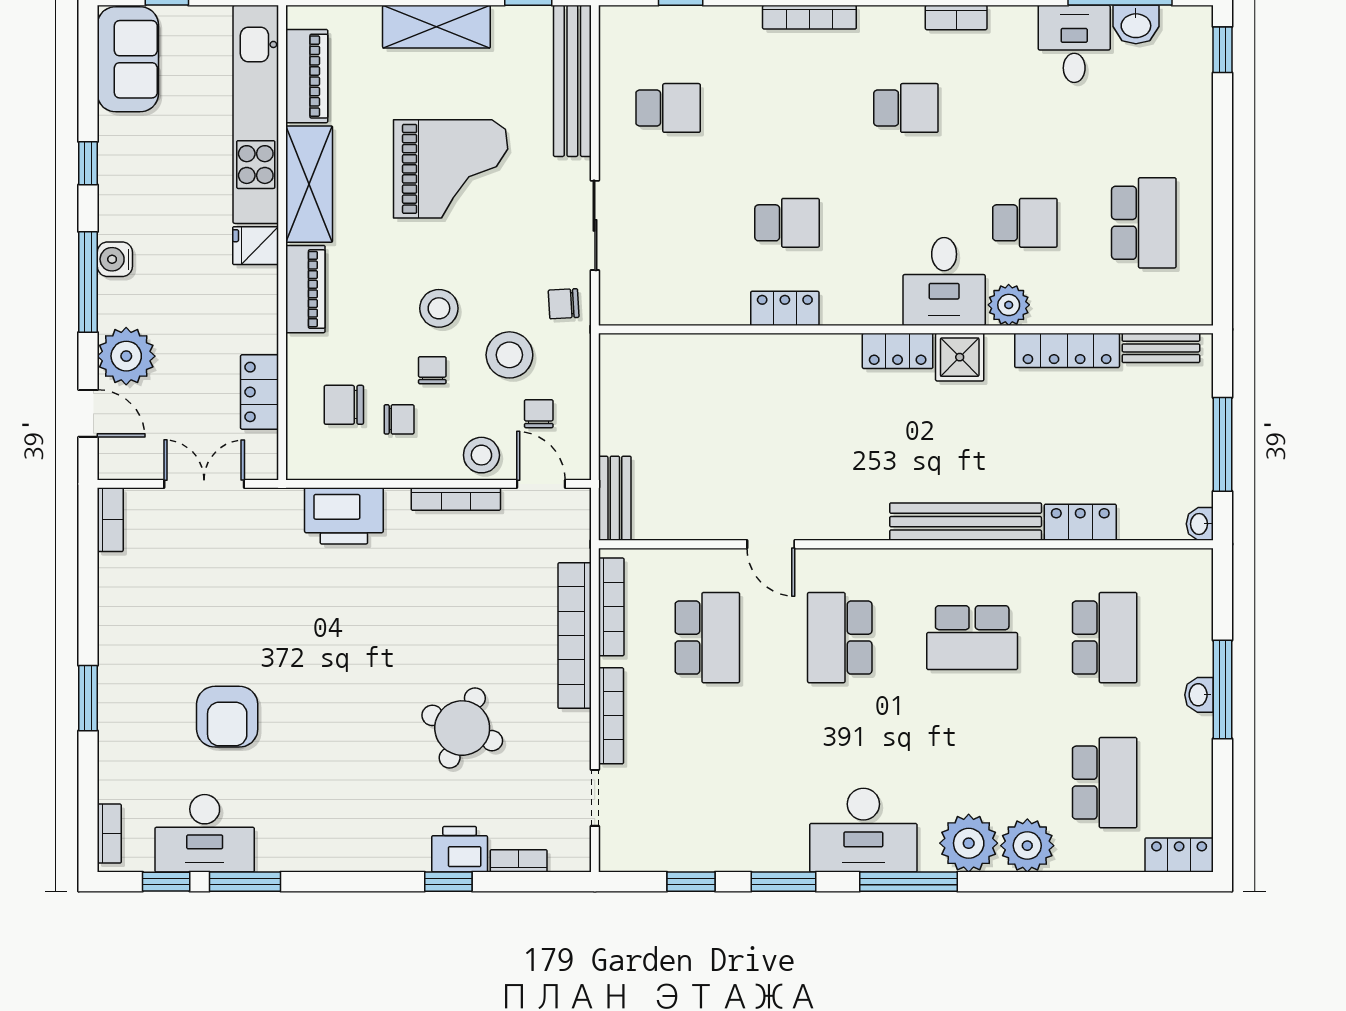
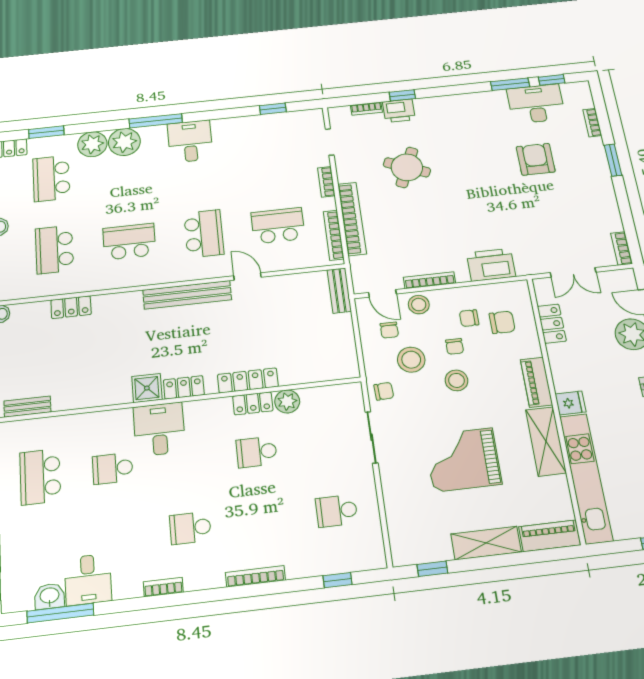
piano: (307, 76) -> (550, 536), moved, turned 90
bench: (572, 81) -> (397, 520), removed
plant: (1009, 305) -> (287, 401), moved
locker: (1067, 350) -> (248, 380), moved
bench: (966, 522) -> (187, 295), moved
school desk: (707, 638) -> (278, 226), turned 90
bookcase: (611, 716) -> (326, 182), width x0.64
desk: (863, 830) -> (190, 141), width x0.73
bookcase: (109, 834) -> (592, 123), moved
window: (783, 882) -> (46, 132), moved

